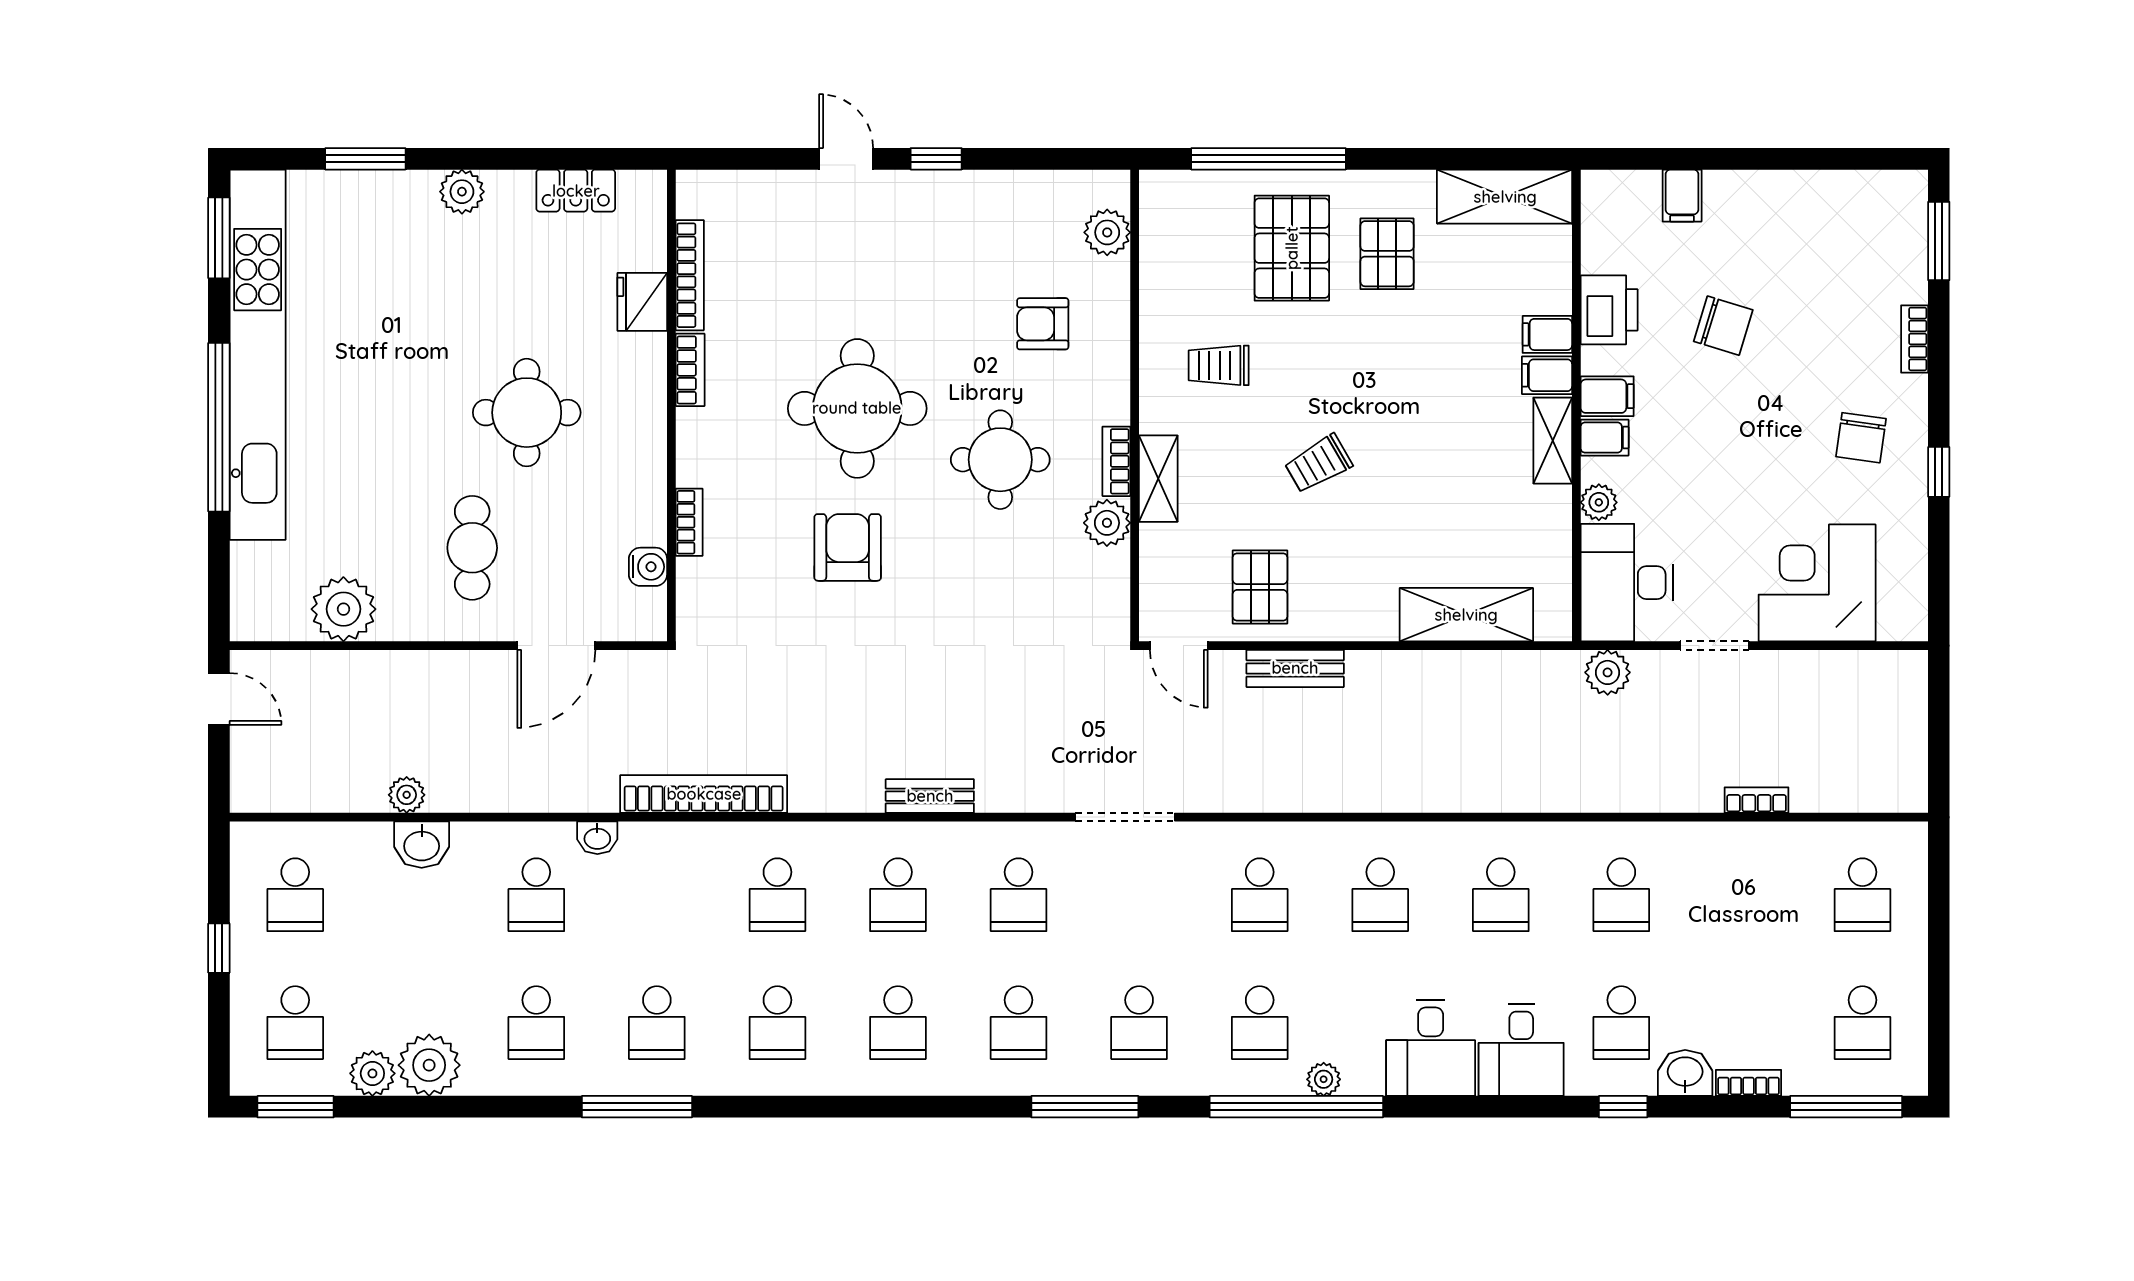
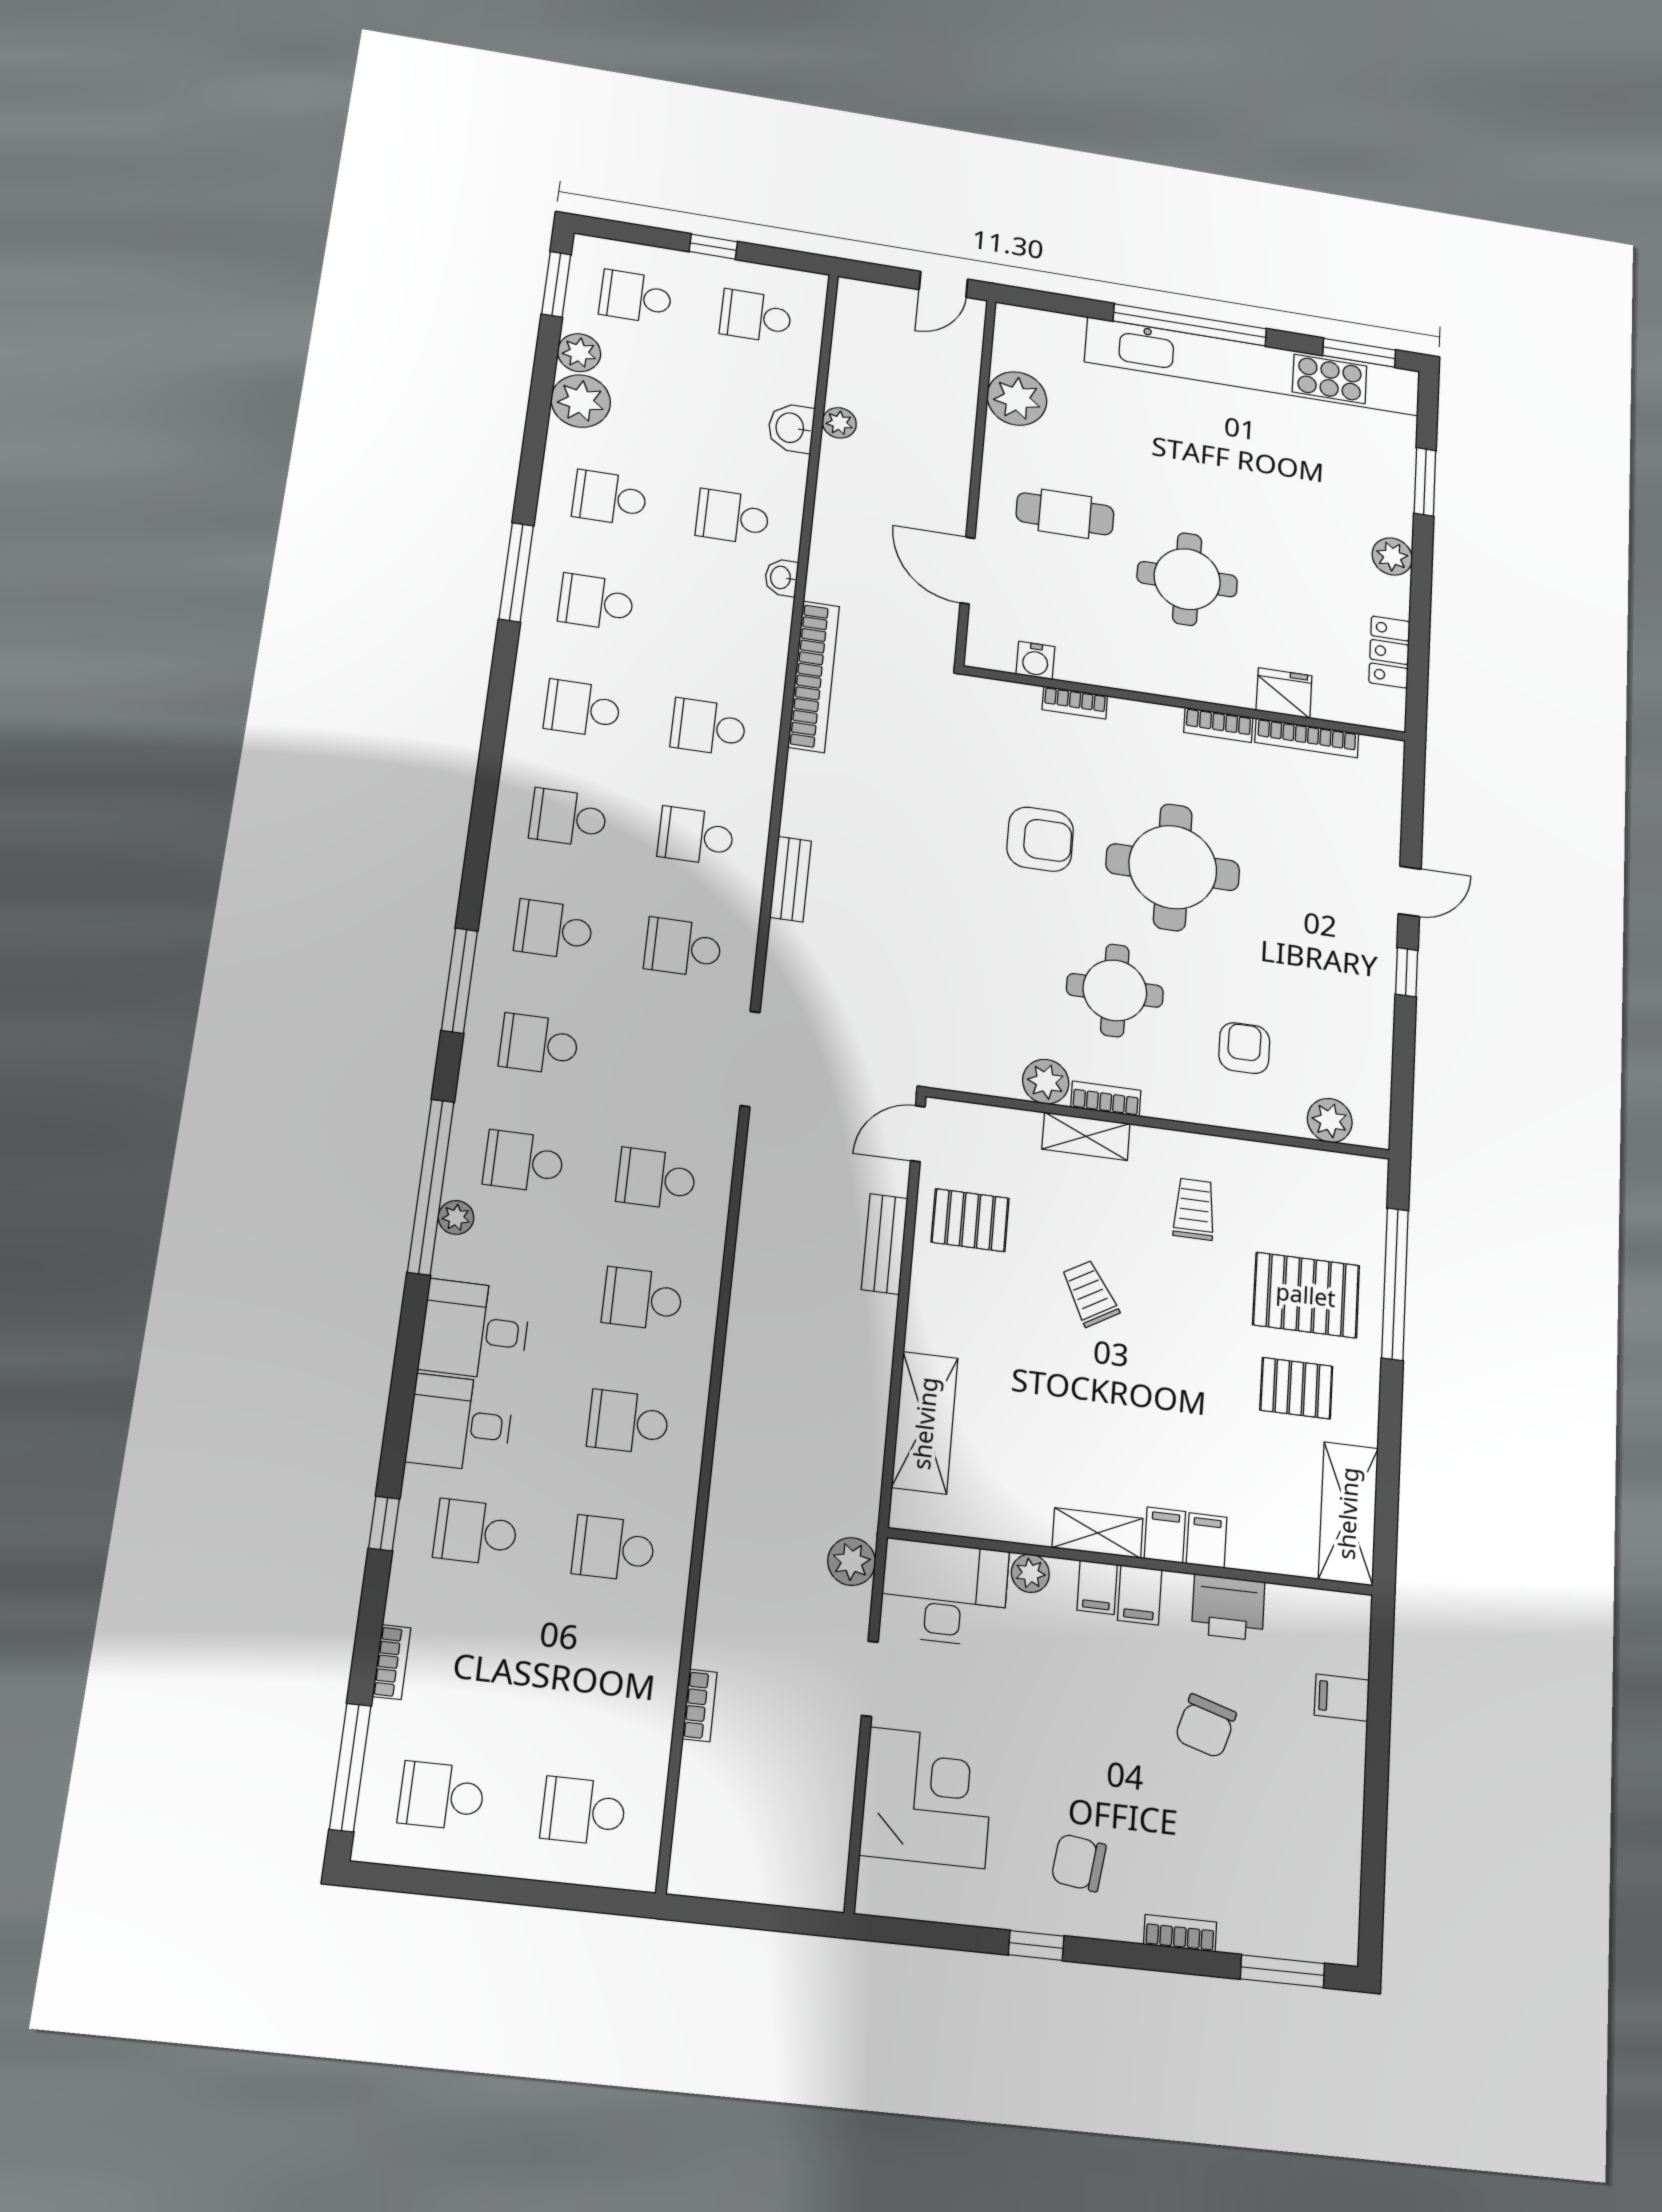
washbasin: (1685, 1073) -> (412, 1594), removed

